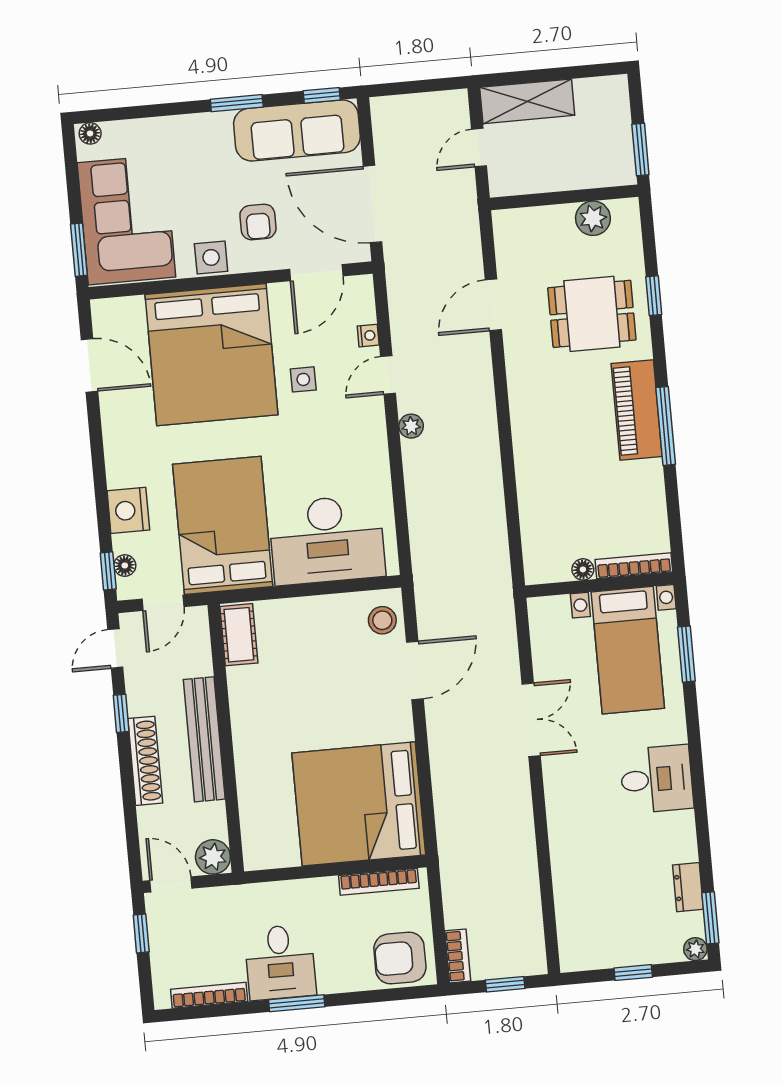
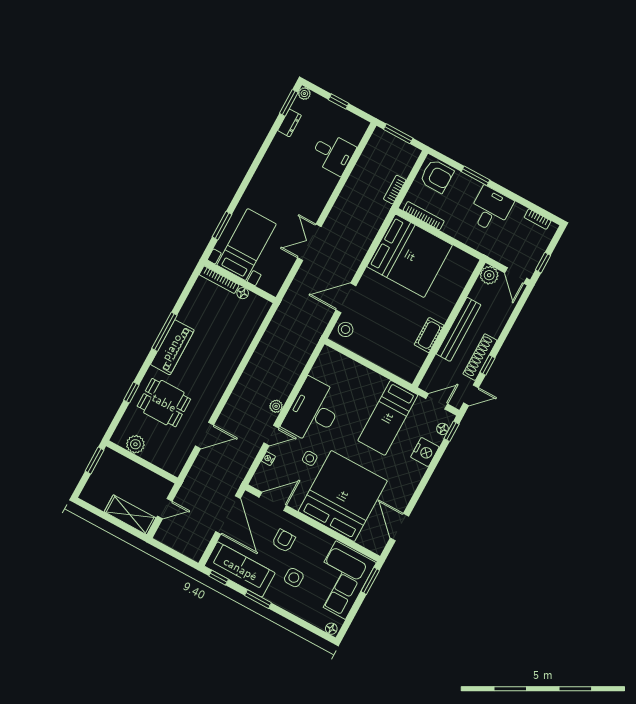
side table: (211, 257) -> (294, 578), moved
bed: (223, 525) -> (388, 418), width x0.67
desk: (327, 540) -> (313, 411), moved, turned -90
cot: (239, 635) -> (429, 335), moved
shoe rack: (145, 761) -> (480, 357), moved
desk: (657, 779) -> (333, 154), moved, turned 180
bookcase: (458, 956) -> (395, 190), moved
window: (505, 984) -> (398, 134), width x1.50
bookcase: (209, 995) -> (538, 219), width x0.64
window: (297, 1003) -> (475, 176), moved

